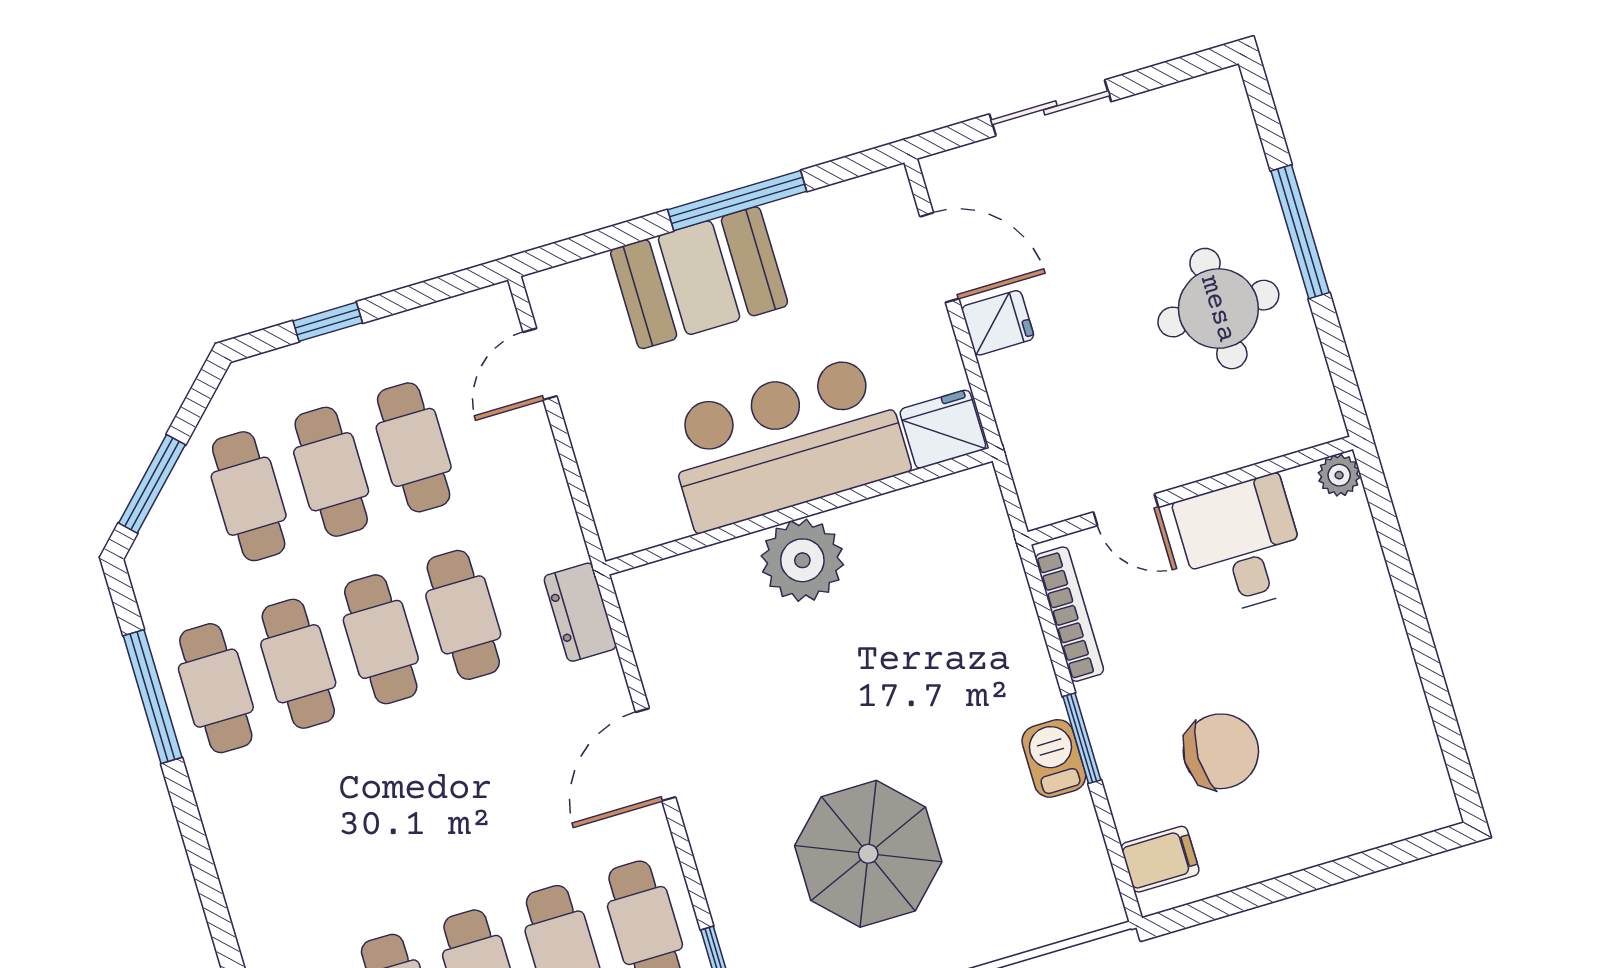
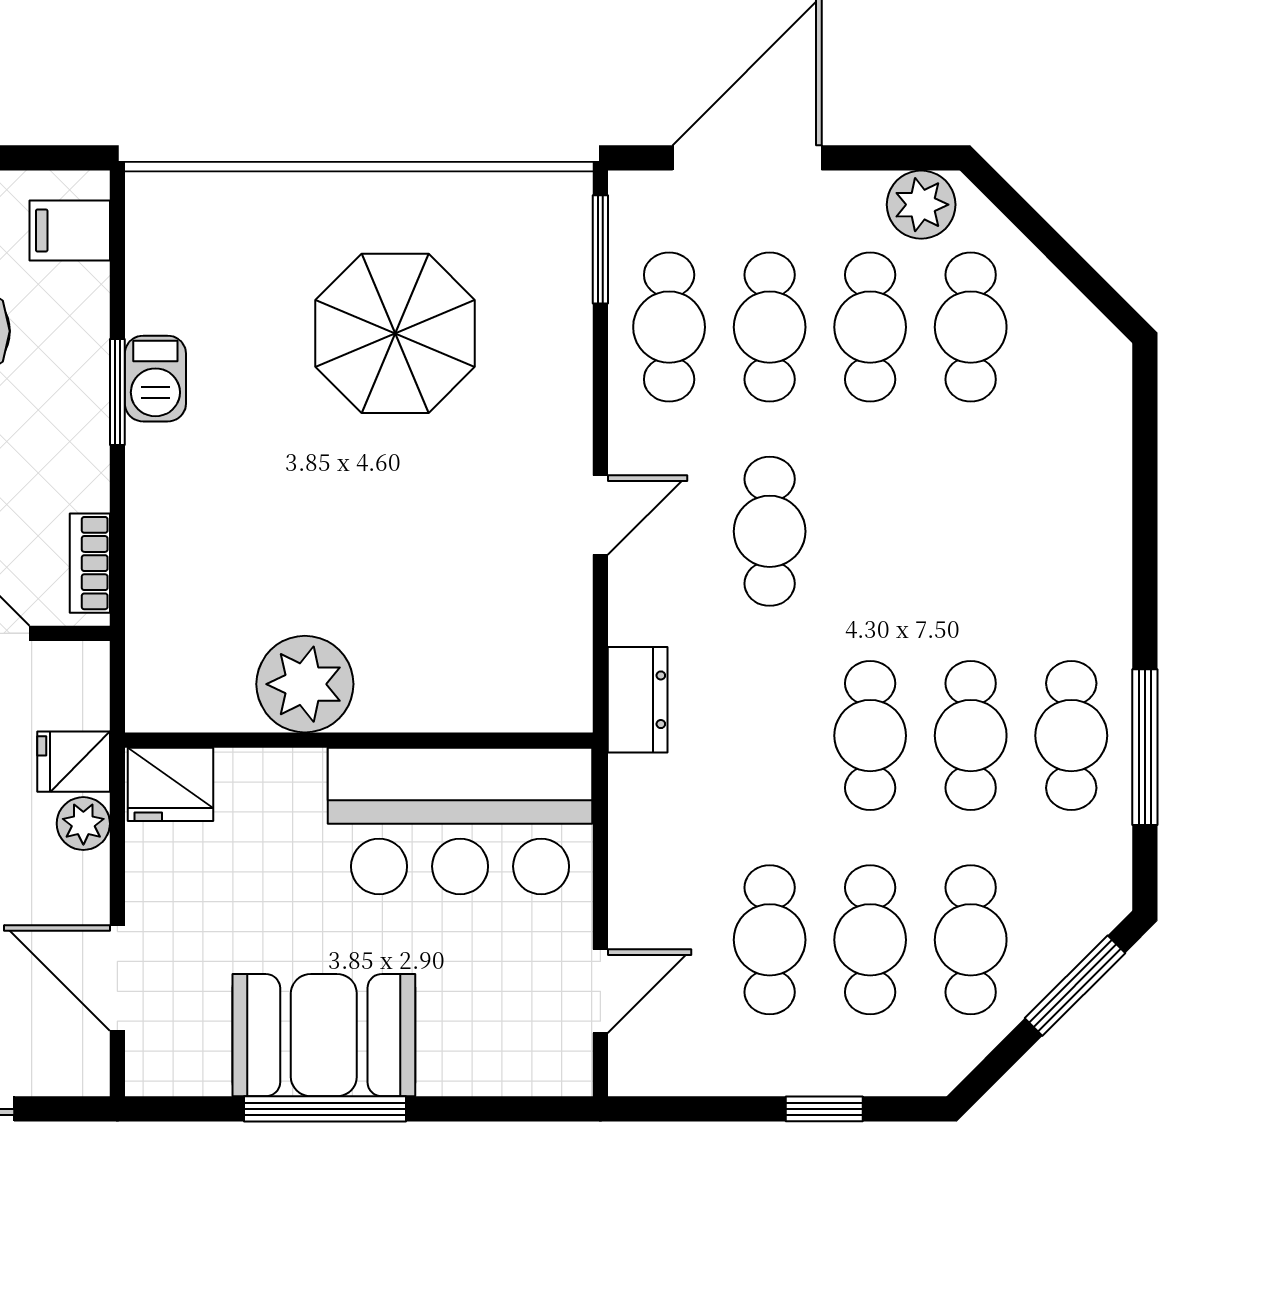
booth: (699, 278) -> (324, 1035), moved
fridge: (998, 323) -> (74, 762), moved
plant: (1005, 376) -> (83, 824), added
bar counter: (786, 443) -> (460, 821), moved
plant: (802, 560) -> (305, 684), moved
bookcase: (1070, 614) -> (90, 563), width x0.64
cafe table: (463, 615) -> (770, 531), moved
door: (656, 755) -> (600, 515), width x0.73

